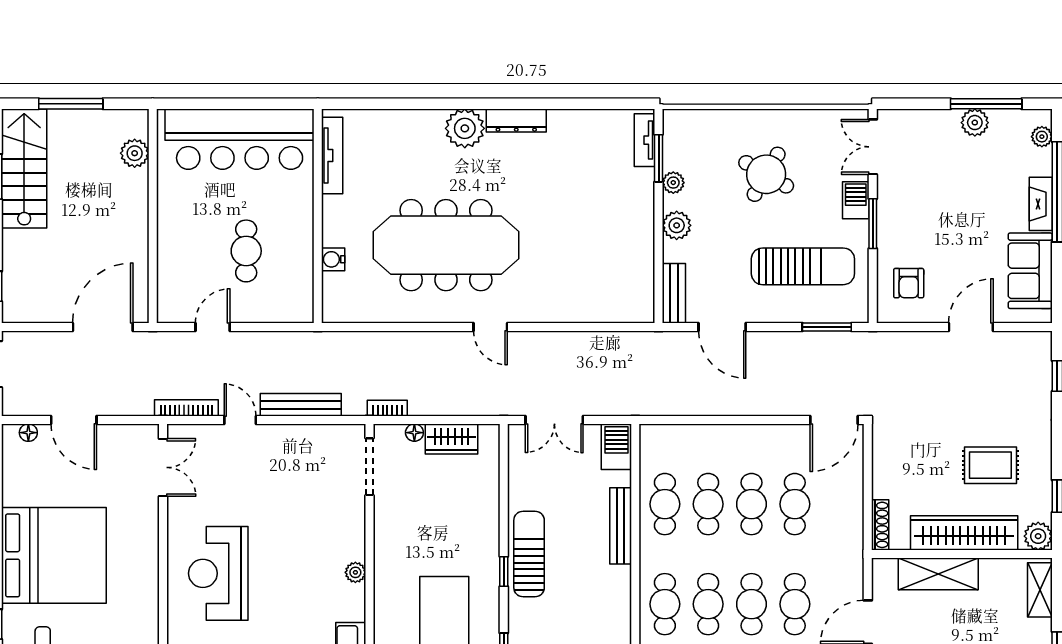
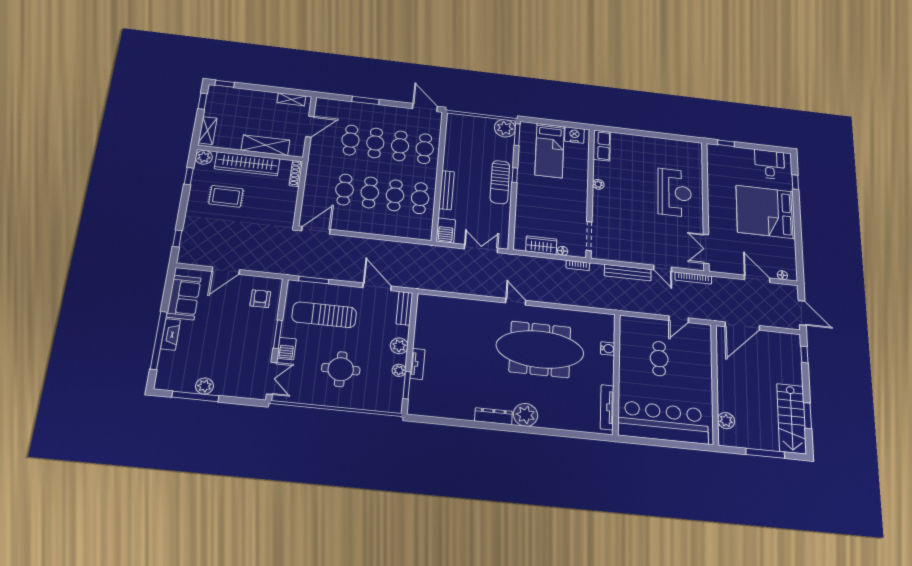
plant: (1042, 137) -> (163, 373), removed
tv unit: (645, 140) -> (417, 364), moved
round table: (766, 174) -> (341, 369), turned -30

